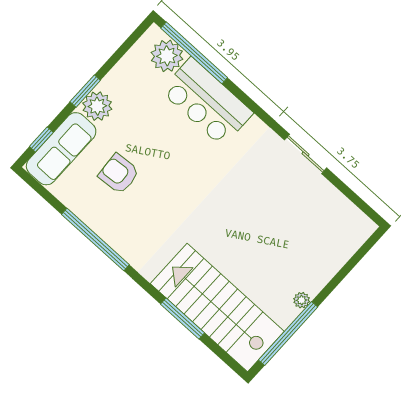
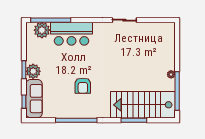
armchair: (119, 174) -> (83, 86), moved, turned -86

